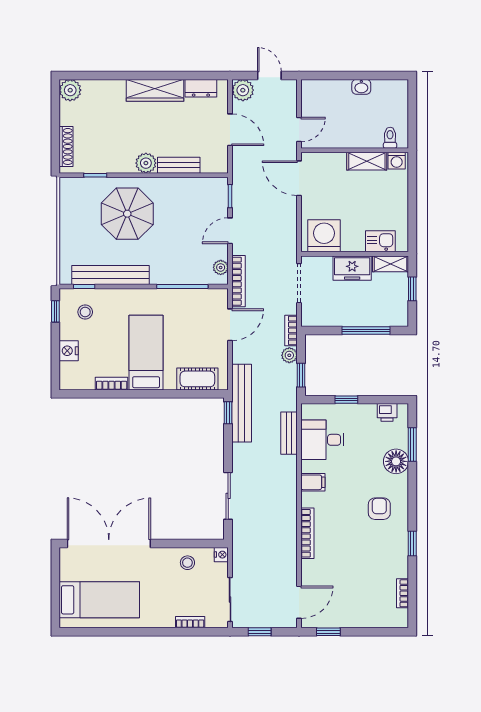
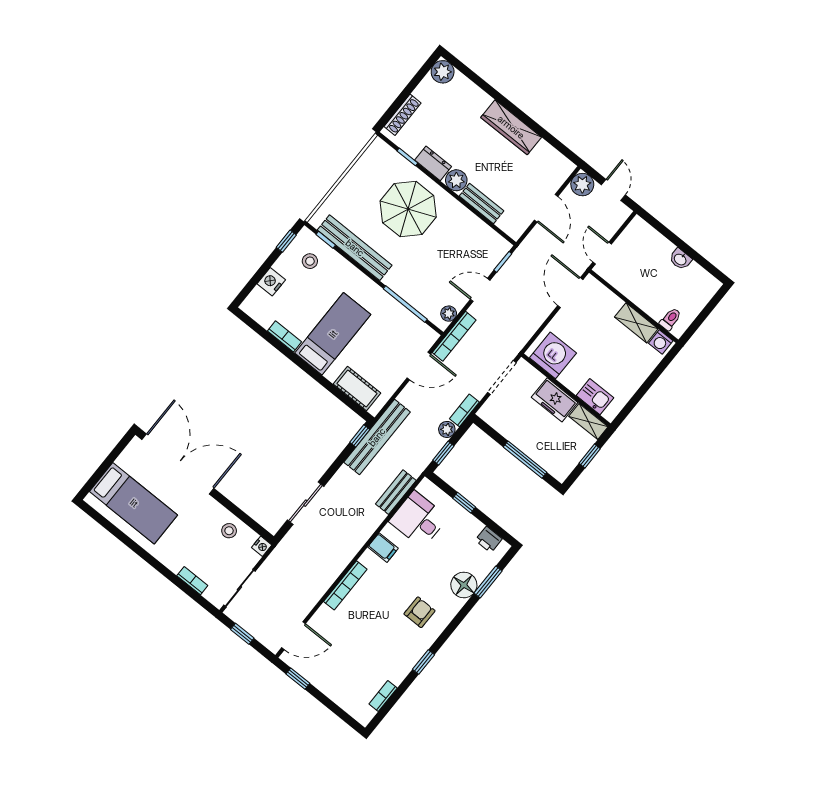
dresser: (201, 88) -> (433, 163), moved, turned 180
door: (299, 129) -> (602, 253), swing flipped

